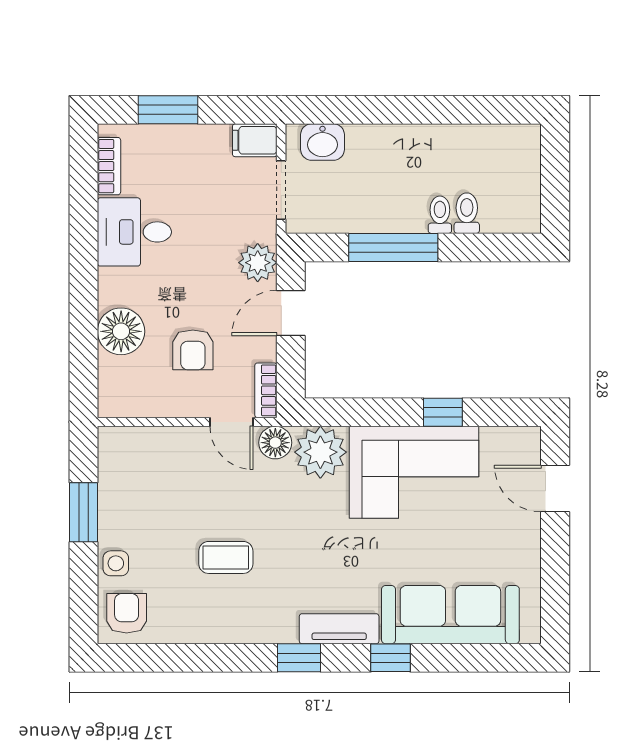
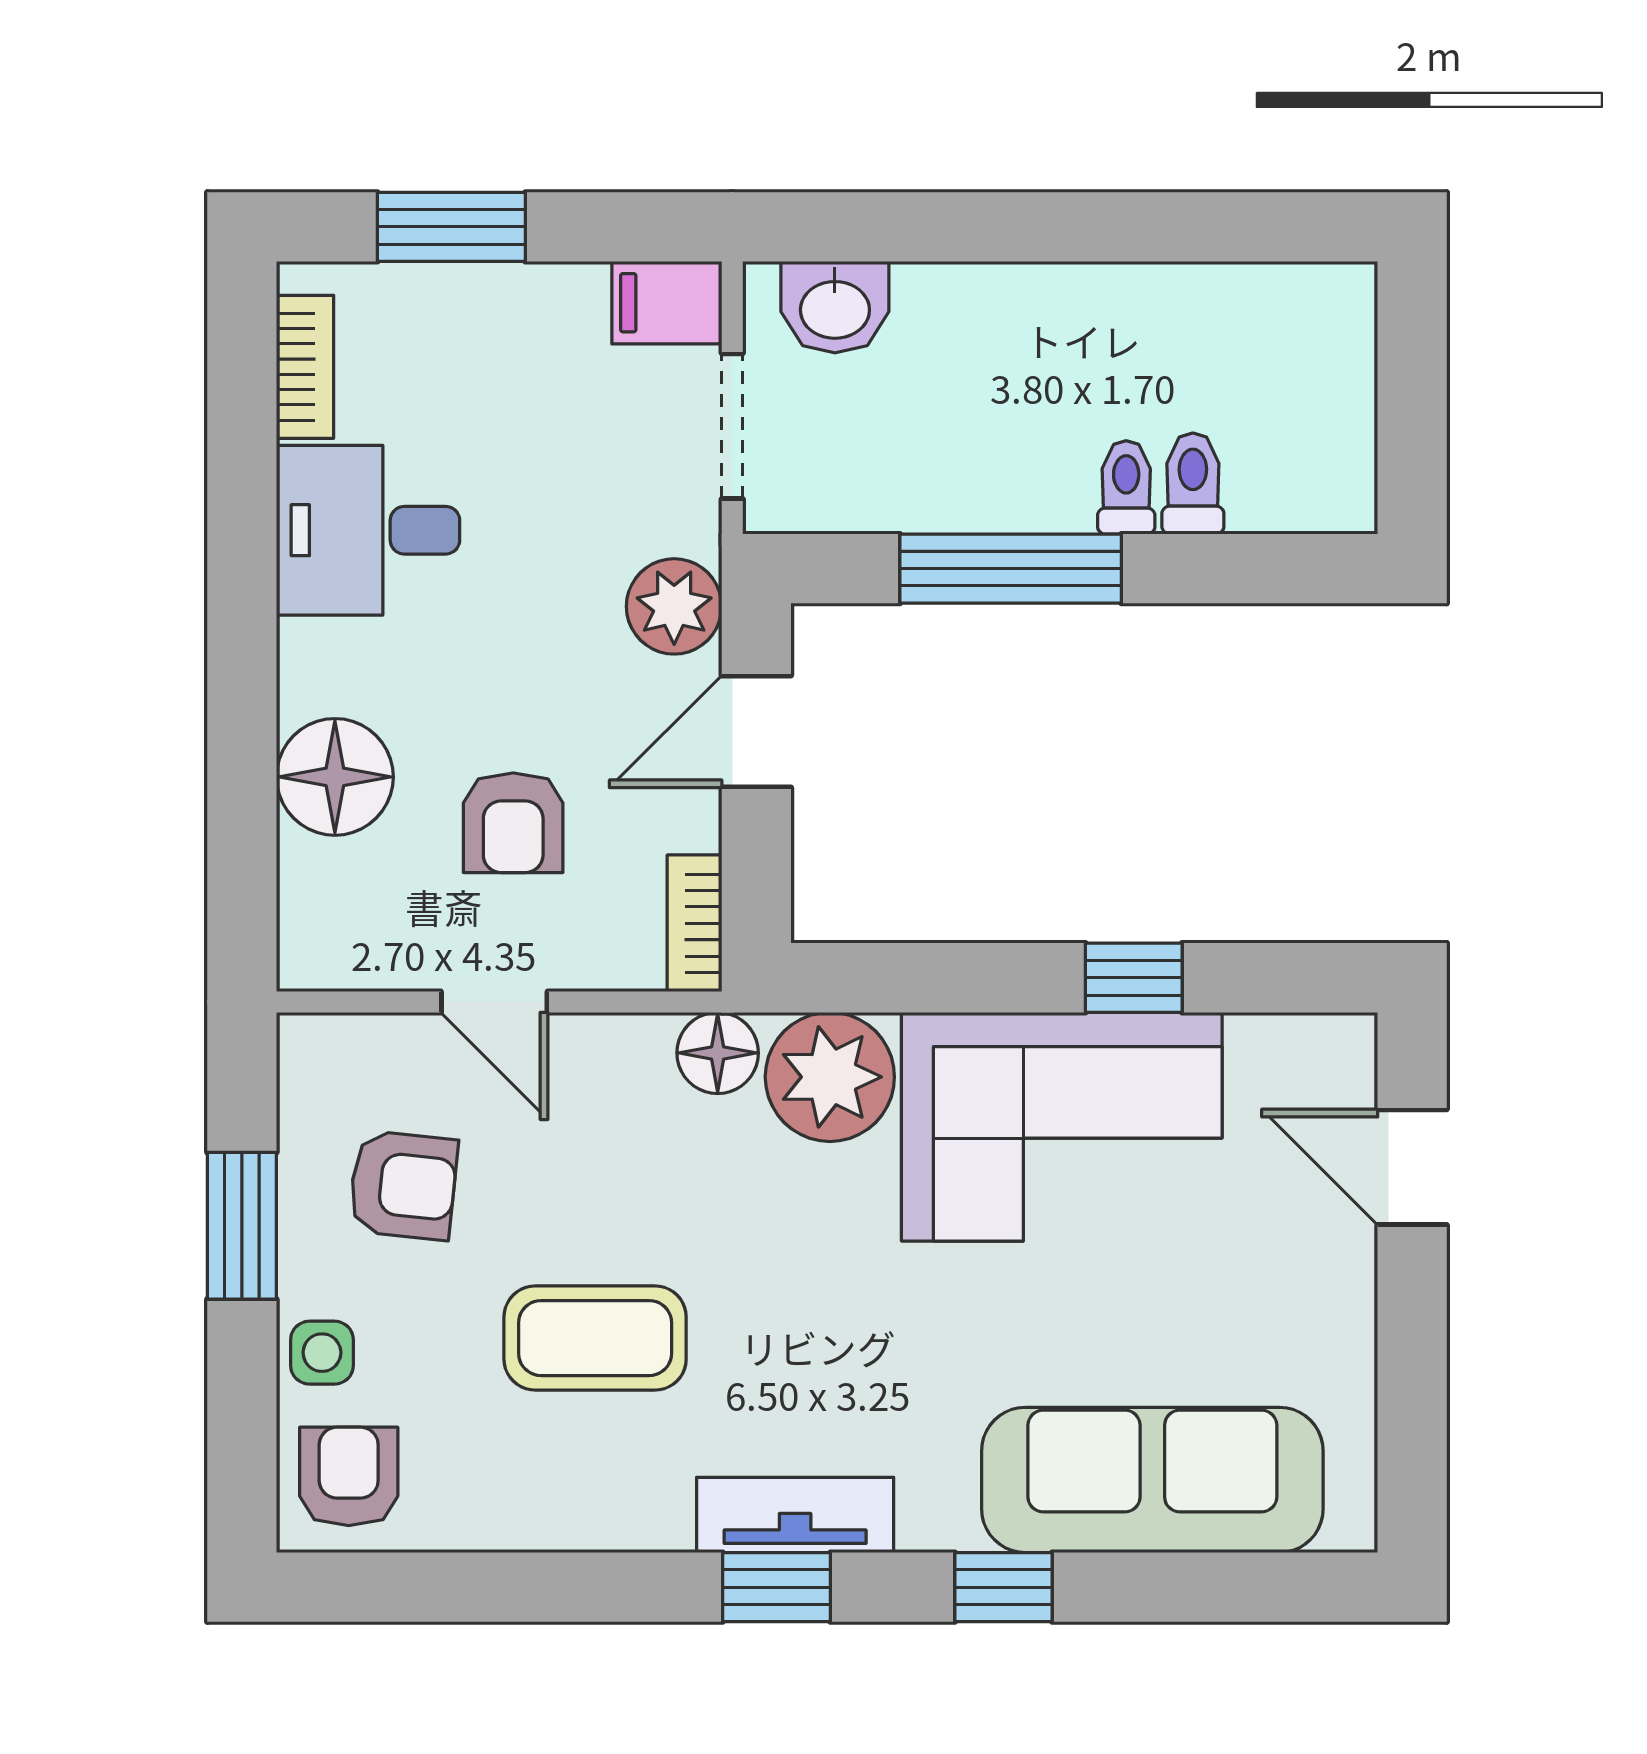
door: (231, 422) -> (494, 1002), moved
armchair: (149, 496) -> (403, 1185), added
coffee table: (226, 557) -> (595, 1338), width x1.36, depth x1.30
tv unit: (339, 629) -> (795, 1515), moved

